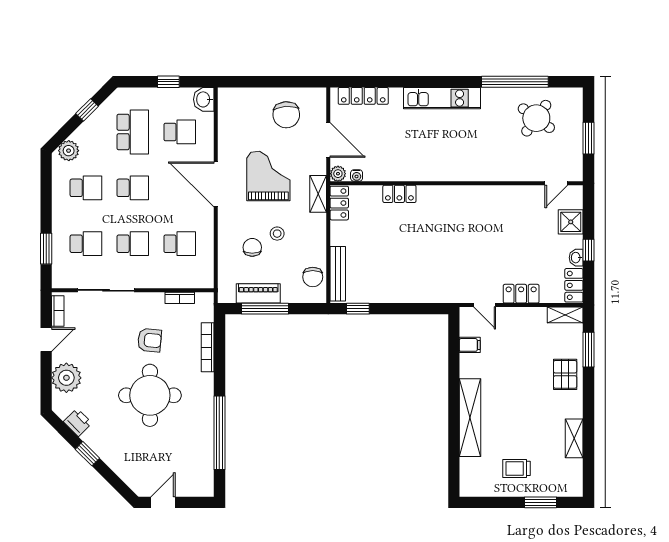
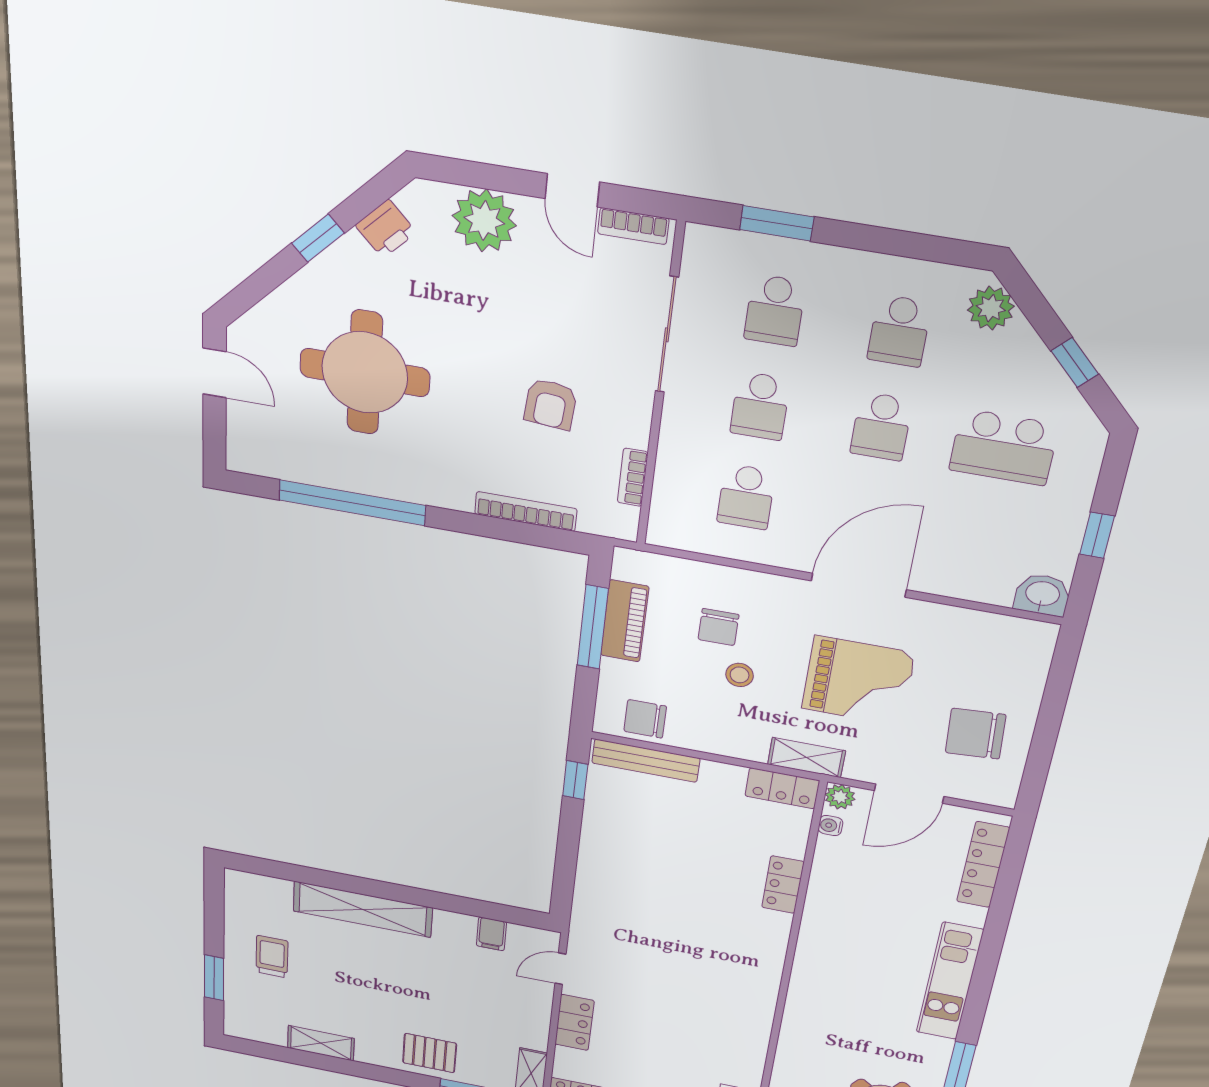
school desk: (180, 132) -> (983, 538), removed
chair: (252, 247) -> (718, 627), turned 90
round table: (150, 395) -> (365, 373), moved

